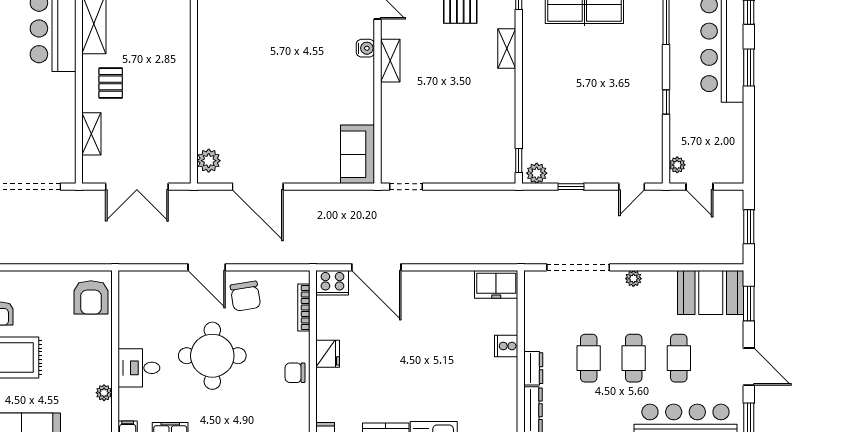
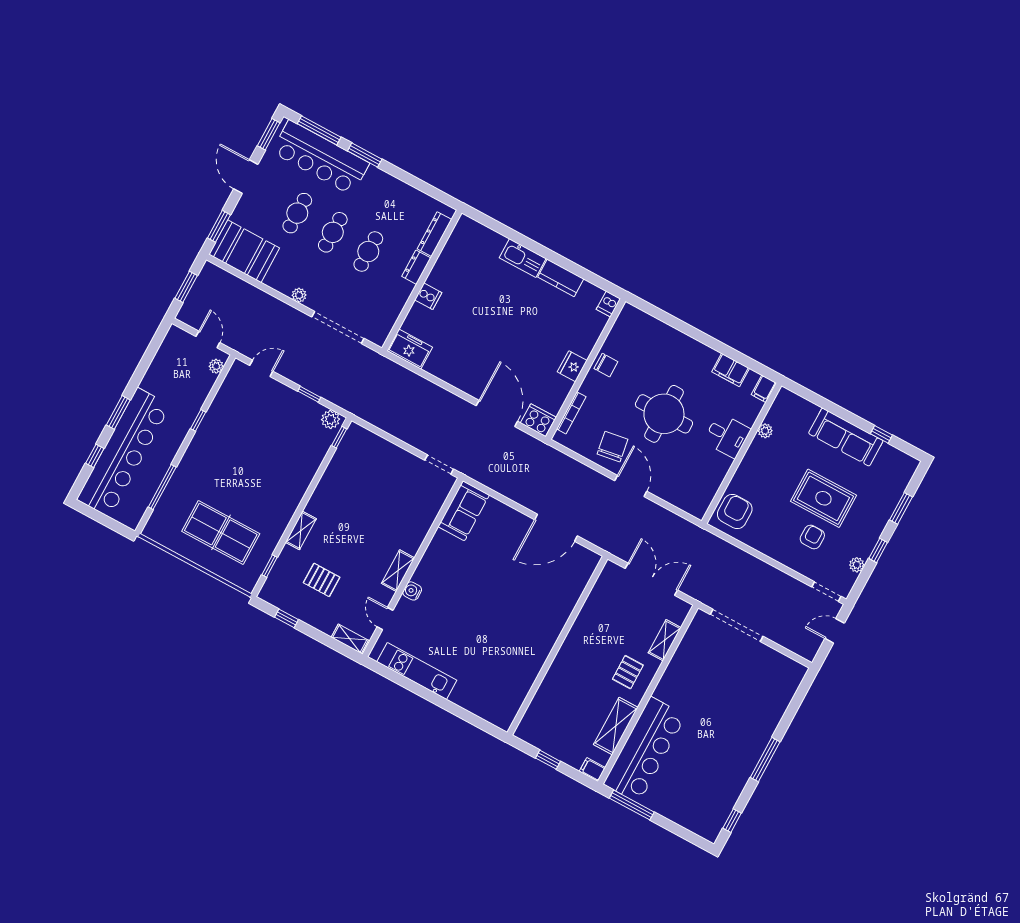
plant: (209, 161) -> (584, 569), removed
door: (258, 187) -> (556, 528), swing flipped

